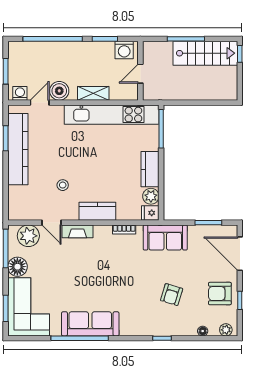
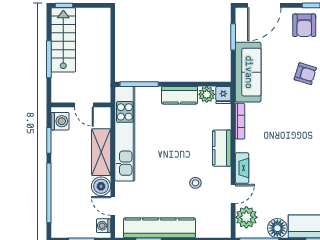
shelving: (93, 93) -> (101, 152), width x1.50, depth x1.33
bookcase: (124, 229) -> (240, 121), width x1.56
sofa: (165, 238) -> (248, 72), width x1.36

